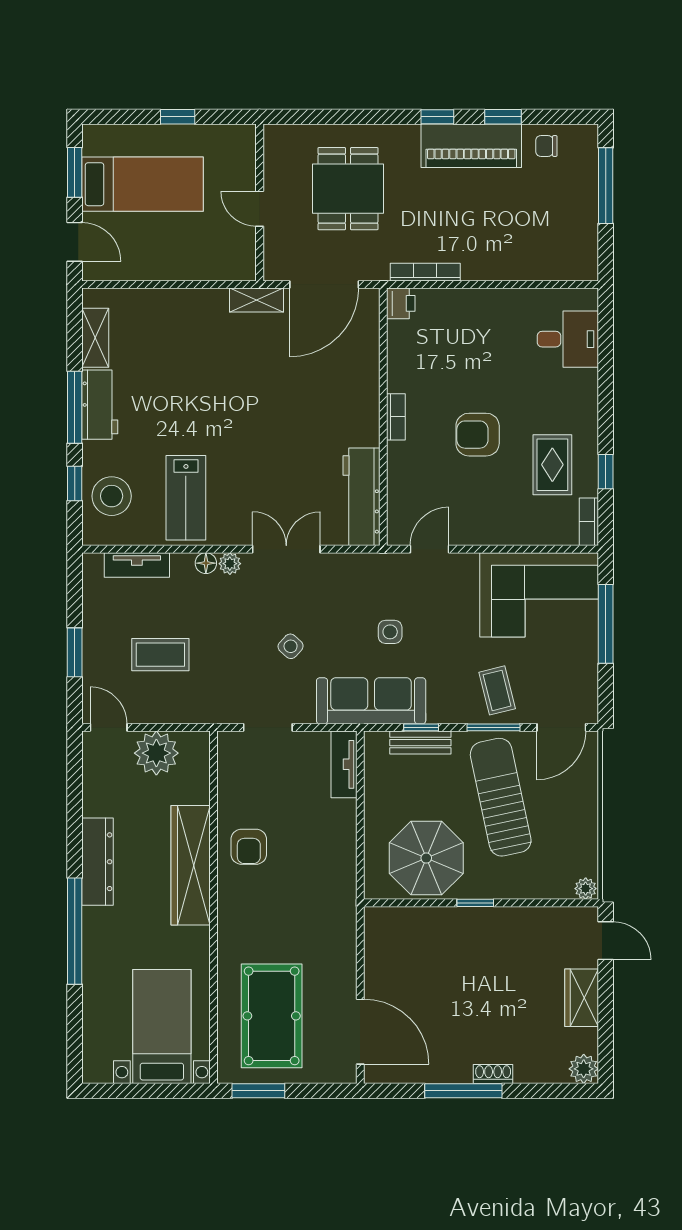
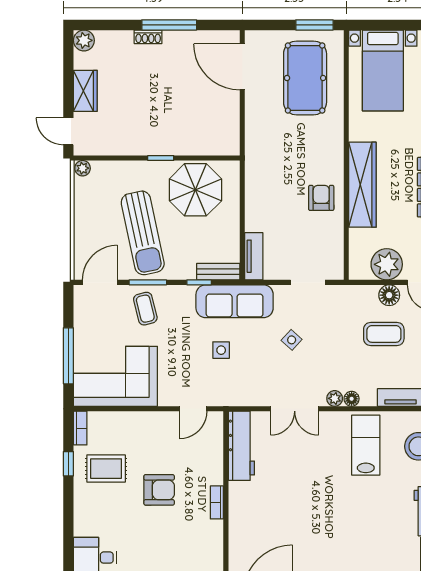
rug: (552, 465) -> (106, 469), turned 90
floor lamp: (153, 709) -> (389, 295), added
bench: (420, 743) -> (218, 272), moved

